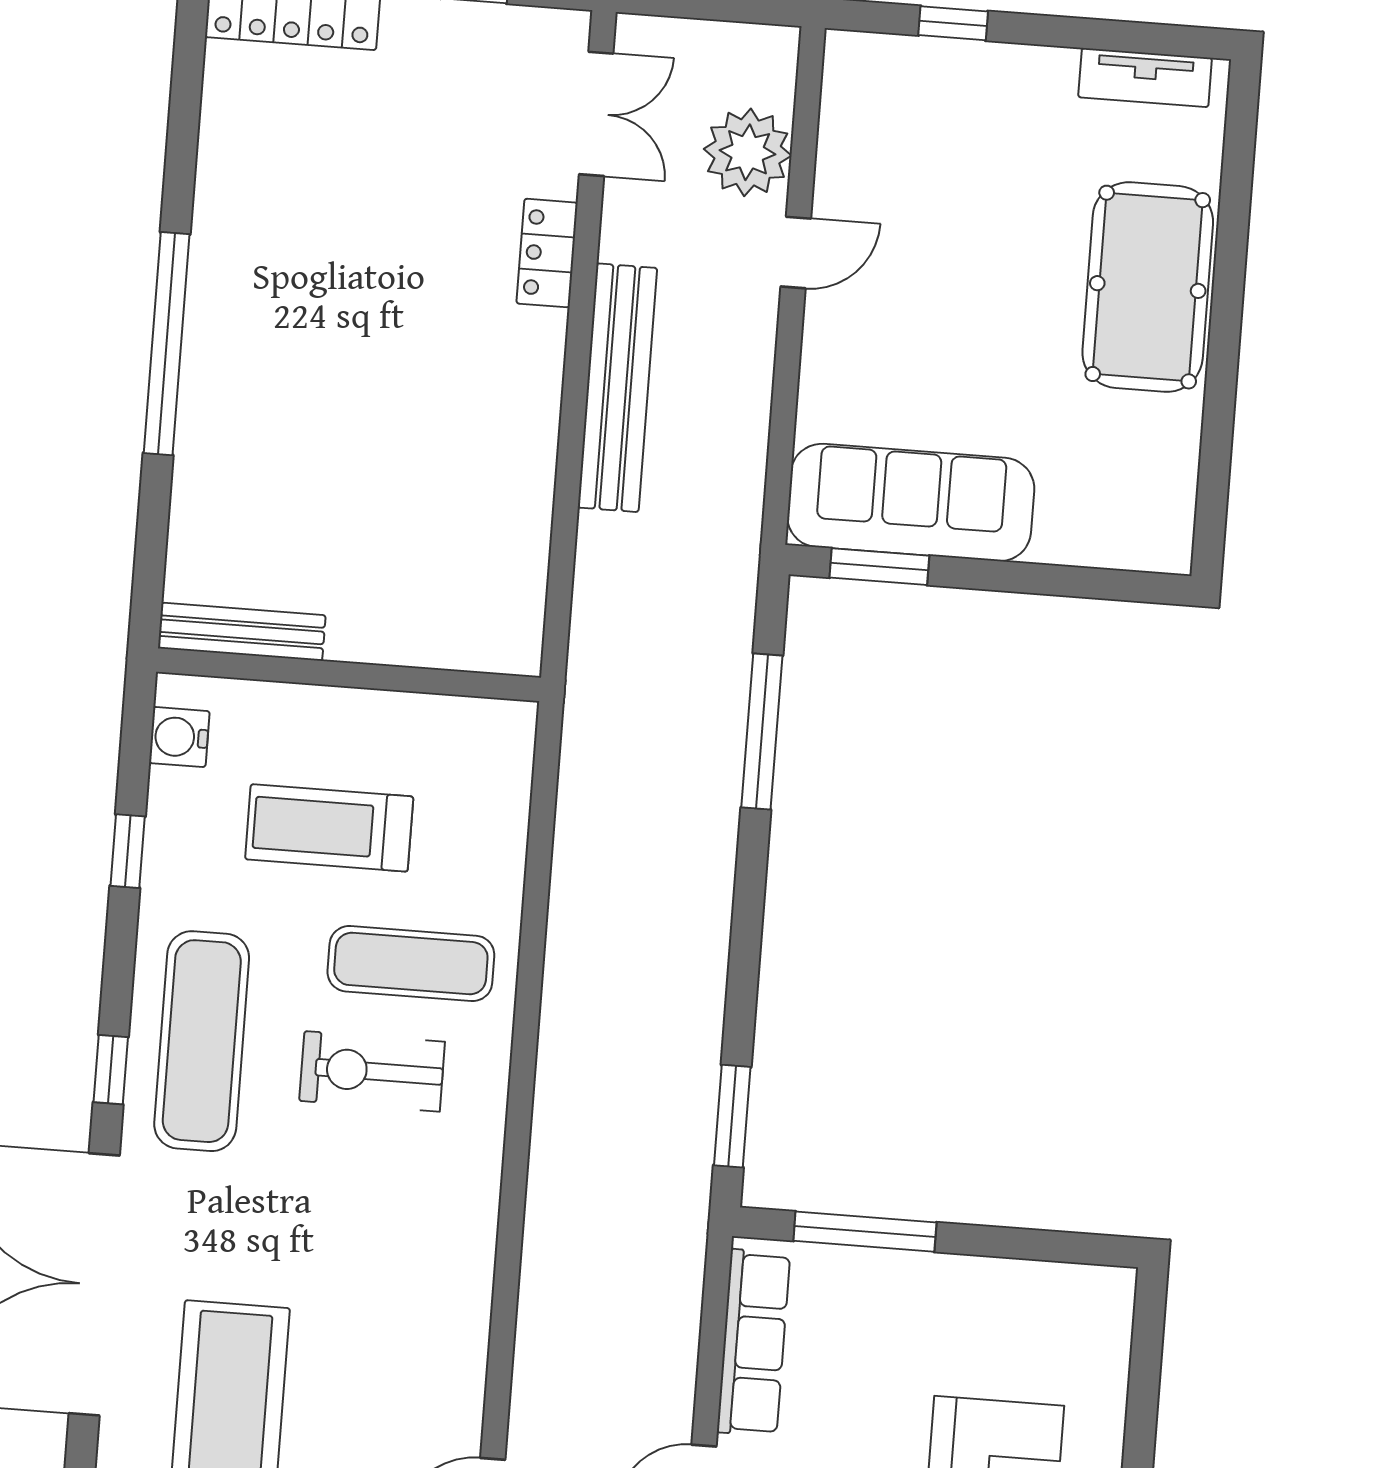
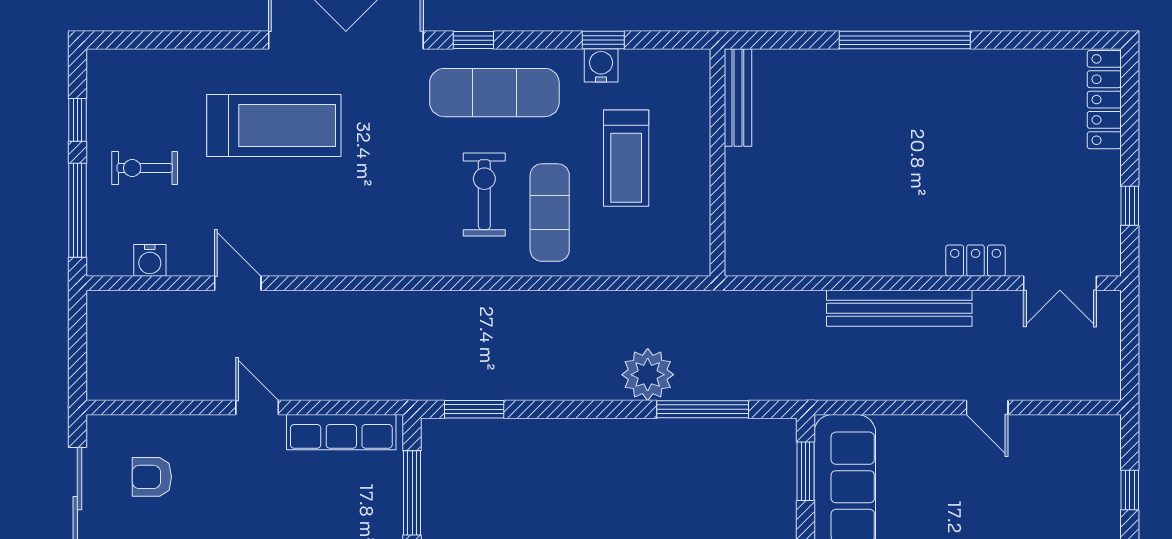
plant: (748, 152) -> (648, 375), moved
water cooler: (179, 737) -> (601, 65), moved
treadmill: (329, 828) -> (626, 158), turned 180

